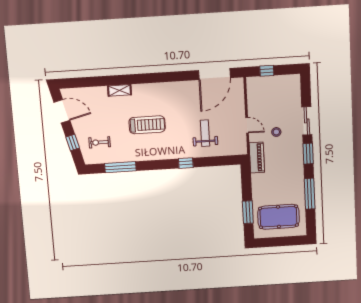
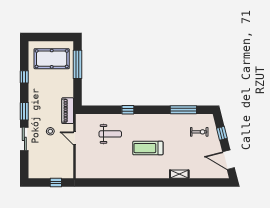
door: (214, 74) -> (99, 183), removed
treadmill: (147, 125) -> (148, 148), moved
weight bench: (205, 133) -> (110, 134), turned -90
window: (310, 194) -> (24, 77), width x0.46
window: (248, 212) -> (78, 64), width x1.44

